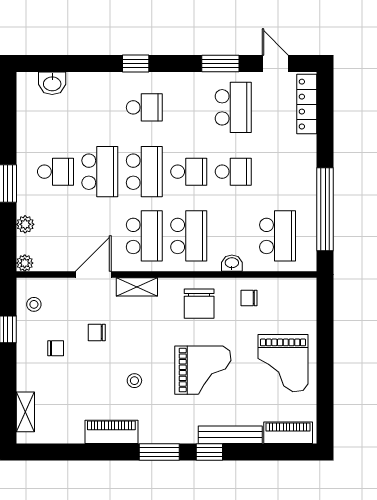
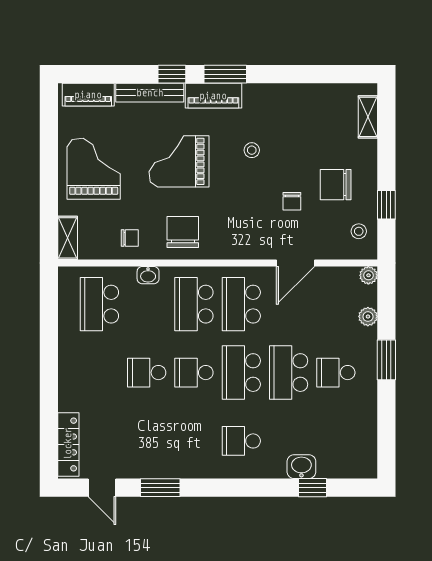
window: (136, 63) -> (312, 488), moved
washbasin: (52, 83) -> (301, 467), moved
school desk: (233, 107) -> (147, 441), removed
window: (325, 209) -> (49, 333), removed
shelving: (137, 287) -> (68, 238), moved, turned 90
chair: (97, 333) -> (292, 201), turned 90
chair: (56, 348) -> (336, 185), width x1.87, depth x1.87
piano: (111, 432) -> (213, 96), moved

